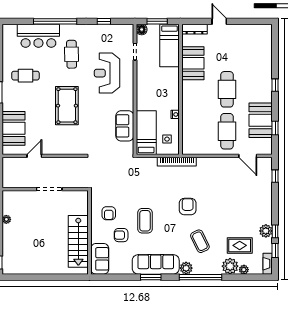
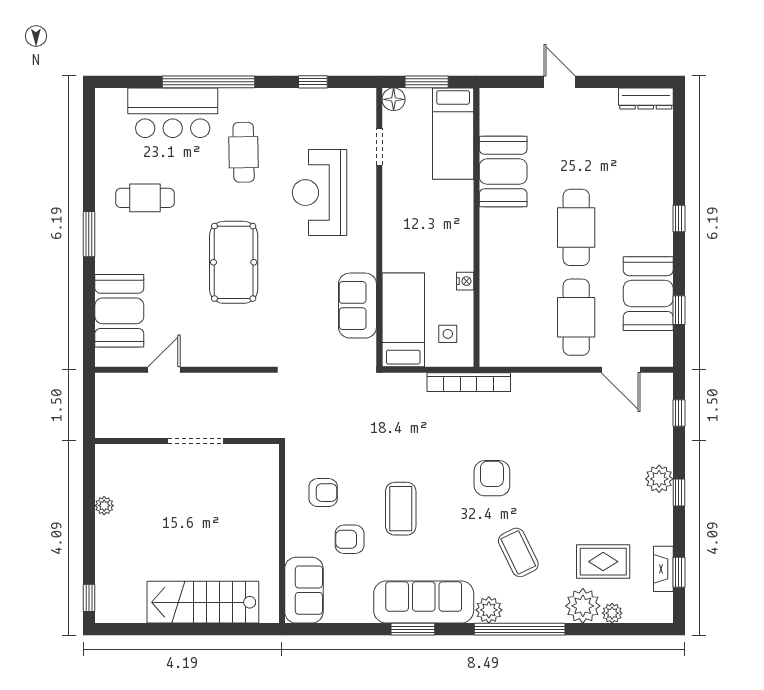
dresser: (194, 29) -> (646, 99), moved
armchair: (109, 213) -> (323, 493), turned -90
plant: (266, 231) -> (659, 479), moved
window: (275, 231) -> (679, 492), moved
stairs: (78, 241) -> (203, 602), moved, turned 90
fireplace: (268, 264) -> (663, 569), moved

